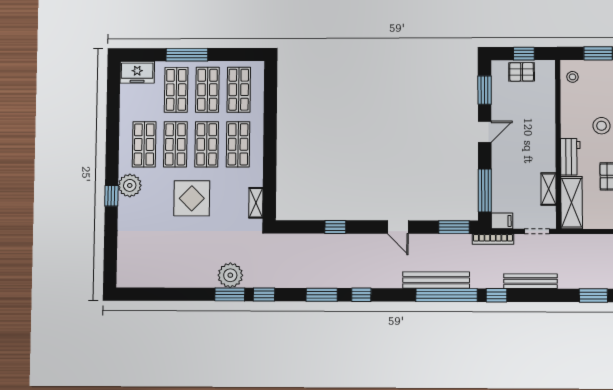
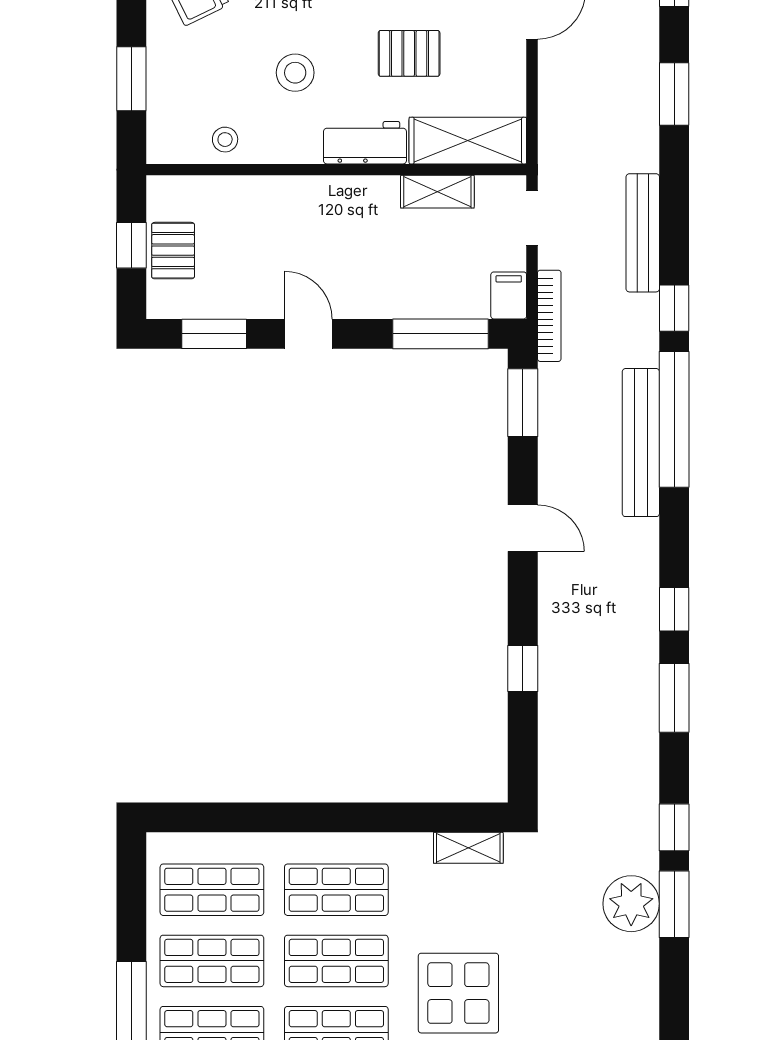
stool: (573, 77) -> (225, 140), moved
door: (398, 227) -> (523, 528), hinge flipped

